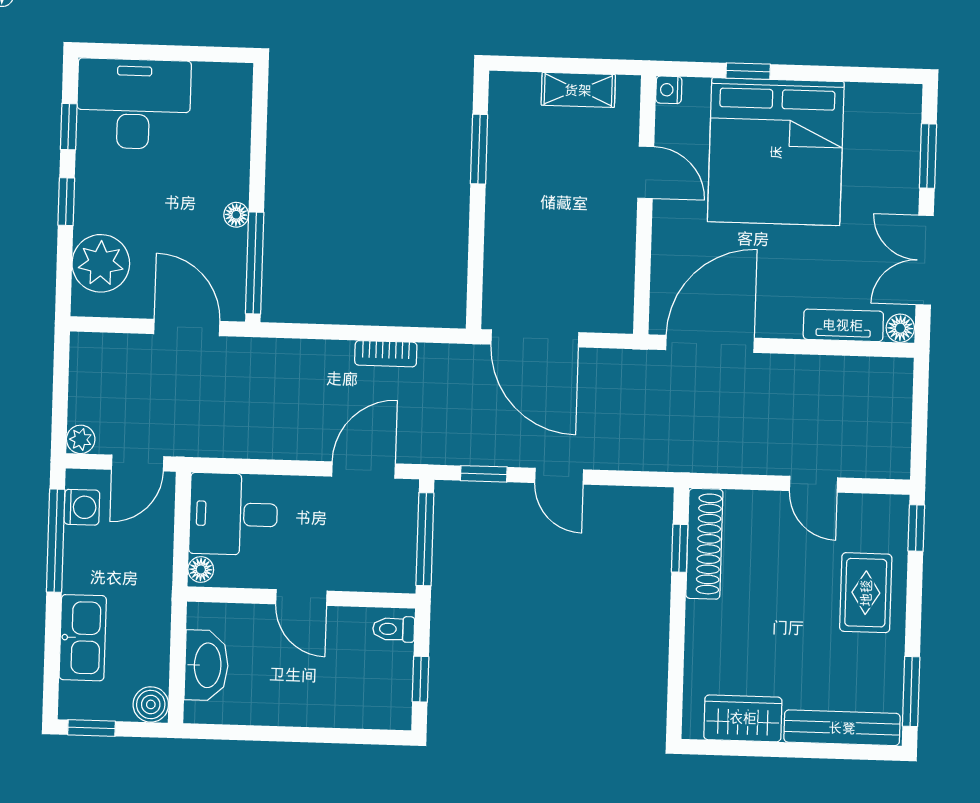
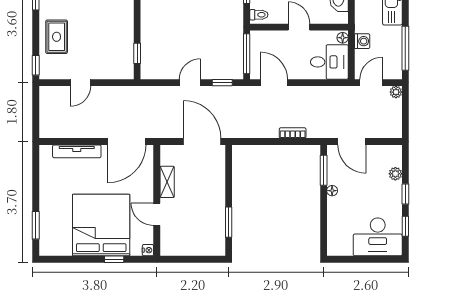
shelving: (578, 90) -> (167, 182), moved, turned 90
double door: (925, 260) -> (36, 180), removed
plant: (101, 263) -> (395, 174), width x0.53, depth x0.53
window: (255, 263) -> (324, 170), width x0.69
tv unit: (843, 325) -> (77, 151), width x1.41
floor lamp: (900, 328) -> (45, 151), removed
bookcase: (386, 354) -> (293, 133), moved
door: (364, 470) -> (274, 83), swing flipped
door: (559, 476) -> (190, 83), hinge flipped
door: (813, 484) -> (80, 83), swing flipped
washing machine: (82, 507) -> (362, 41), moved, turned 180
shoe rack: (704, 544) -> (127, 56), removed

